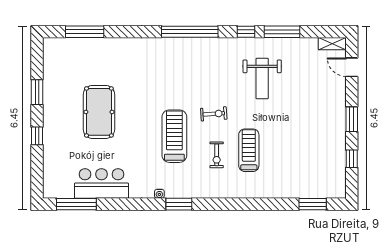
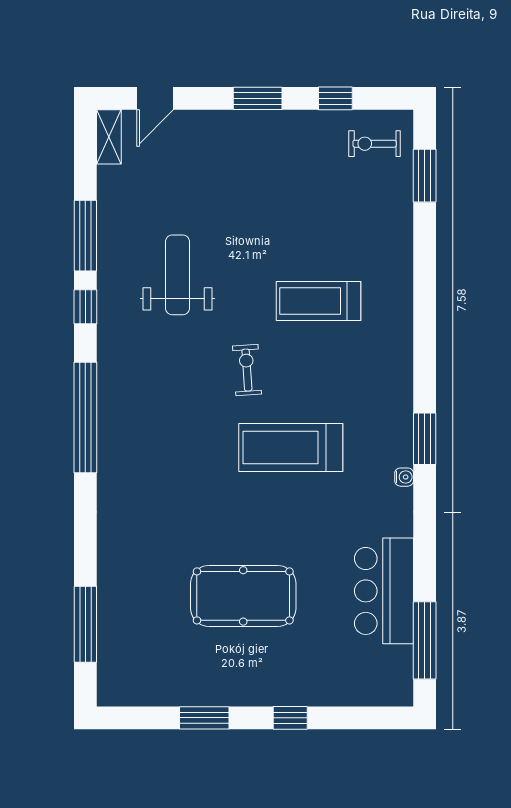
weight bench: (262, 79) -> (178, 275), turned -90
exercise bike: (217, 155) -> (375, 144), moved, turned 180

